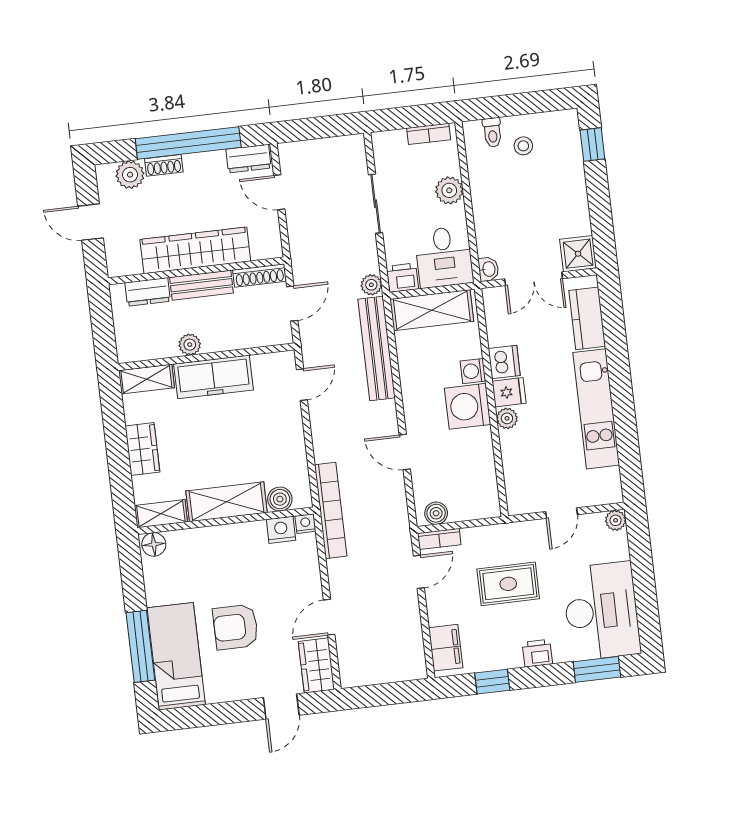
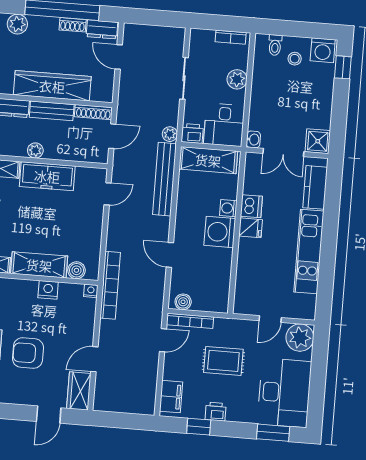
washing machine: (560, 126) -> (323, 50), added
shoe rack: (164, 165) -> (73, 25), moved
plant: (507, 418) -> (245, 246), removed
plant: (616, 520) -> (300, 338), width x1.88, depth x1.88
nightstand: (281, 530) -> (48, 290), moved
bookcase: (439, 539) -> (190, 321), width x1.56
printer: (537, 653) -> (216, 412), moved

